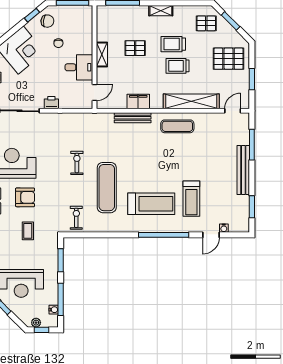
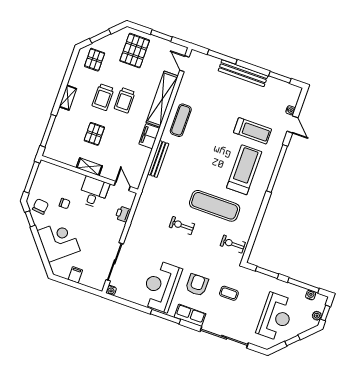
filing cabinet: (138, 102) -> (149, 136), moved
printer: (51, 103) -> (123, 214), moved

